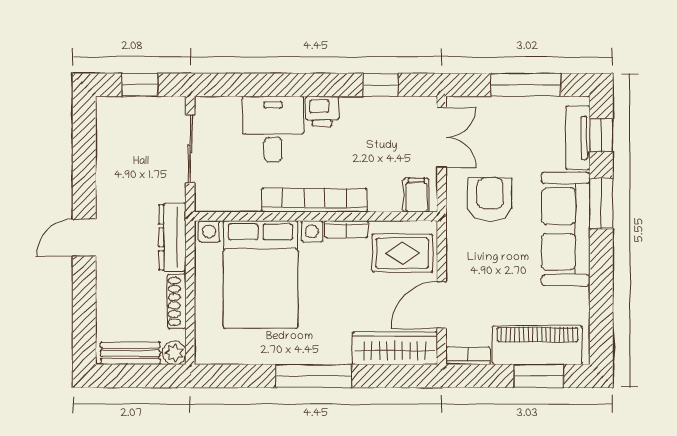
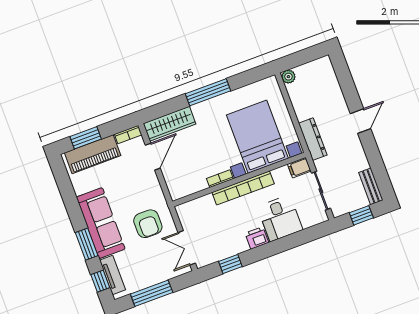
filing cabinet: (416, 195) -> (299, 168), moved, turned 90
rug: (402, 253) -> (185, 177), removed
shoe rack: (177, 301) -> (297, 105), removed
bench: (130, 353) -> (371, 186), moved, turned 90

